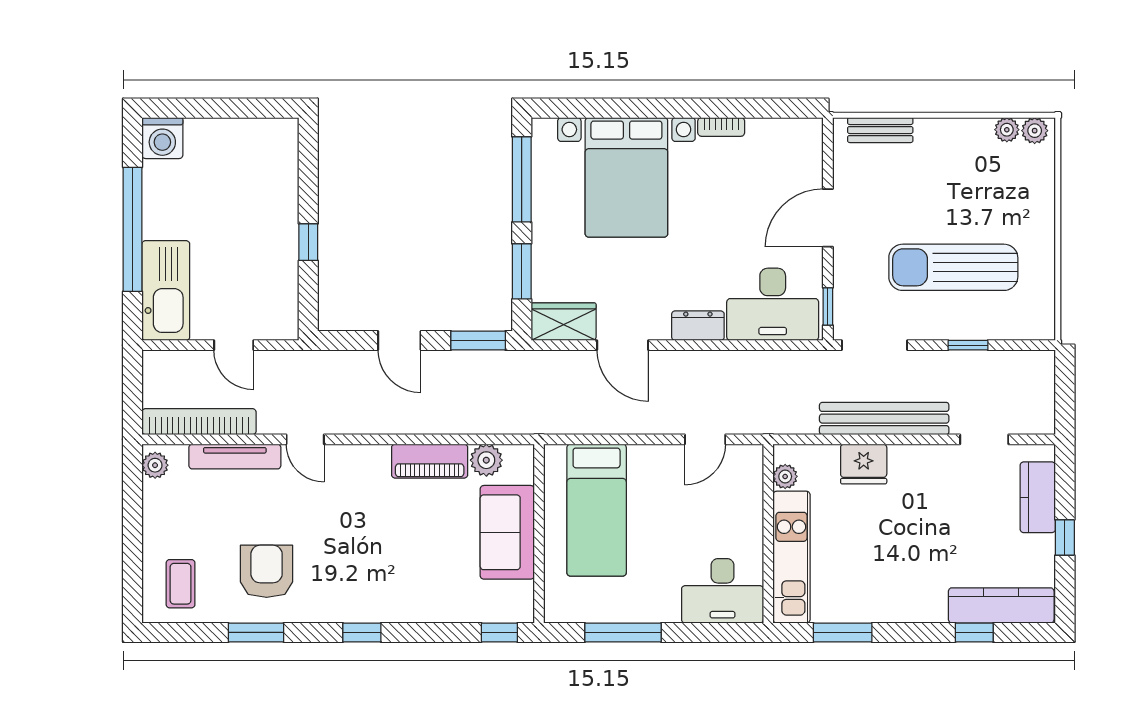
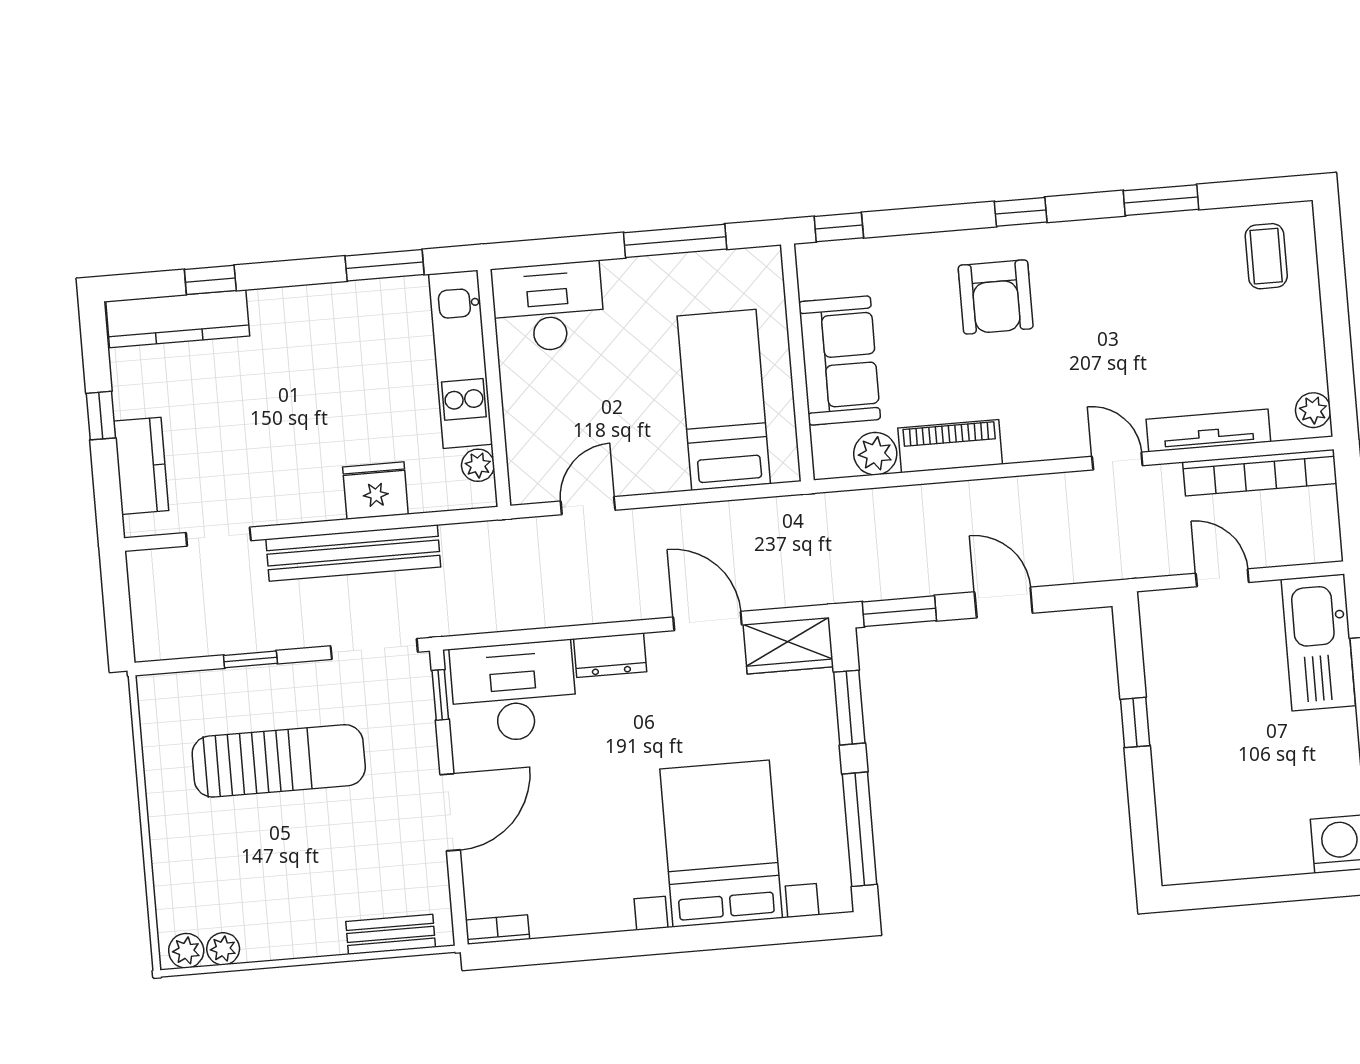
bookcase: (721, 127) -> (497, 930), moved
armchair: (267, 571) -> (996, 297), moved

